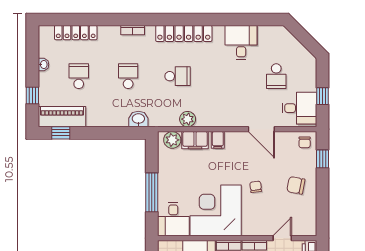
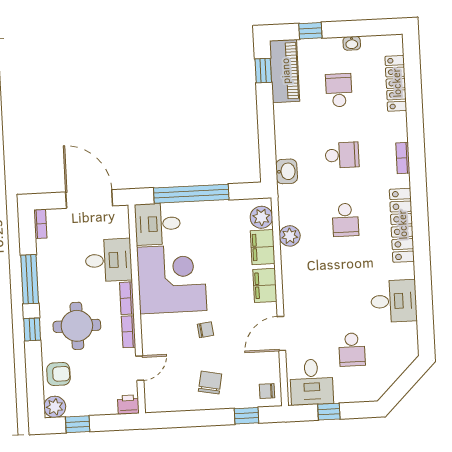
school desk: (79, 76) -> (339, 90), turned -90
school desk: (276, 76) -> (352, 349), turned -90
filing cabinet: (218, 140) -> (265, 285), width x2.00
window: (152, 192) -> (191, 194), width x1.46
door: (282, 238) -> (140, 368), hinge flipped

